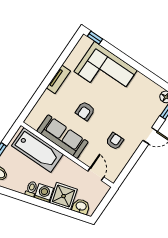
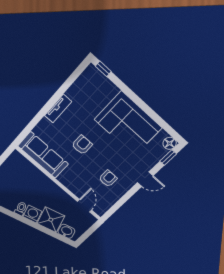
corner sofa: (106, 71) -> (128, 124), moved
armchair: (85, 111) -> (82, 145), turned 180
sofa: (62, 137) -> (43, 155), moved
bathtub: (37, 150) -> (30, 175), removed

